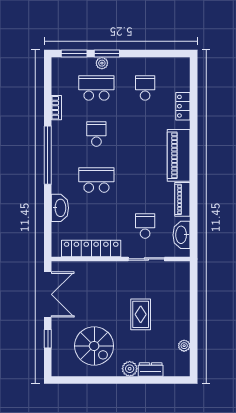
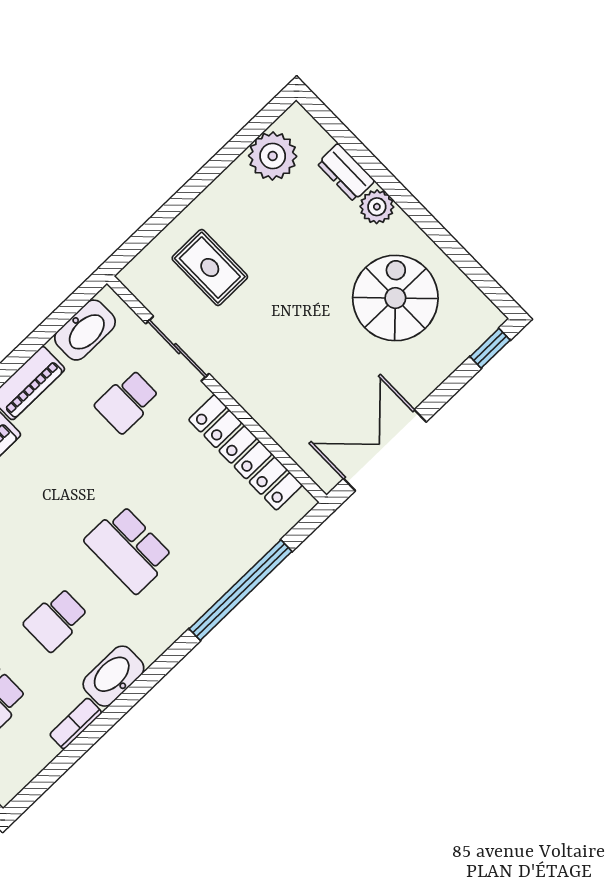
window: (48, 155) -> (241, 590), moved
washbasin: (60, 208) -> (113, 676), moved
rug: (141, 314) -> (210, 268), moved, turned 90
window: (48, 339) -> (490, 348), moved
plant: (184, 346) -> (273, 156), width x1.88, depth x1.88

